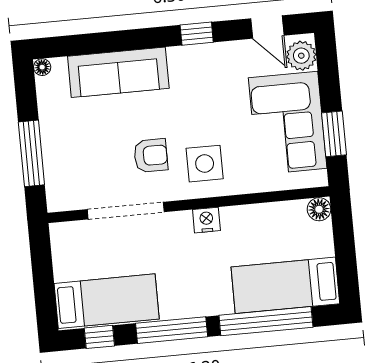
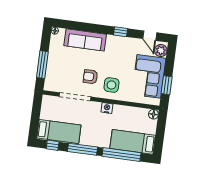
armchair: (151, 156) -> (90, 77), turned 180

